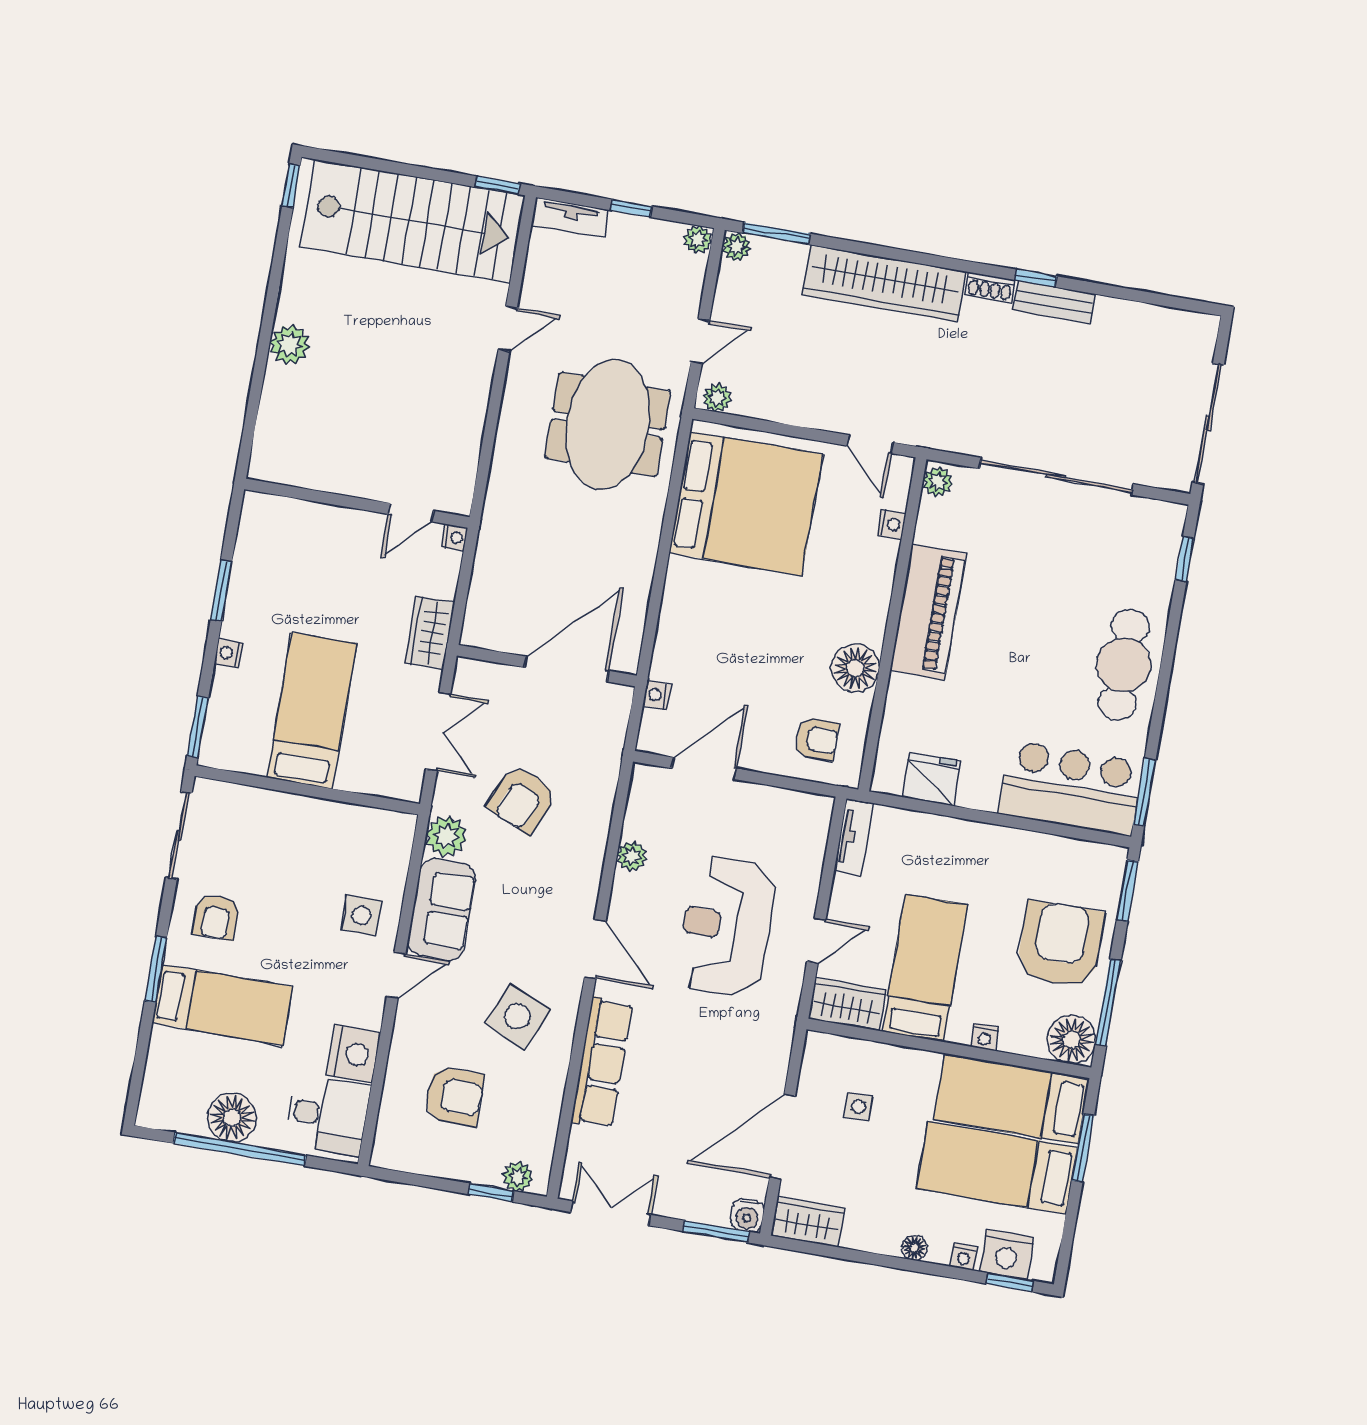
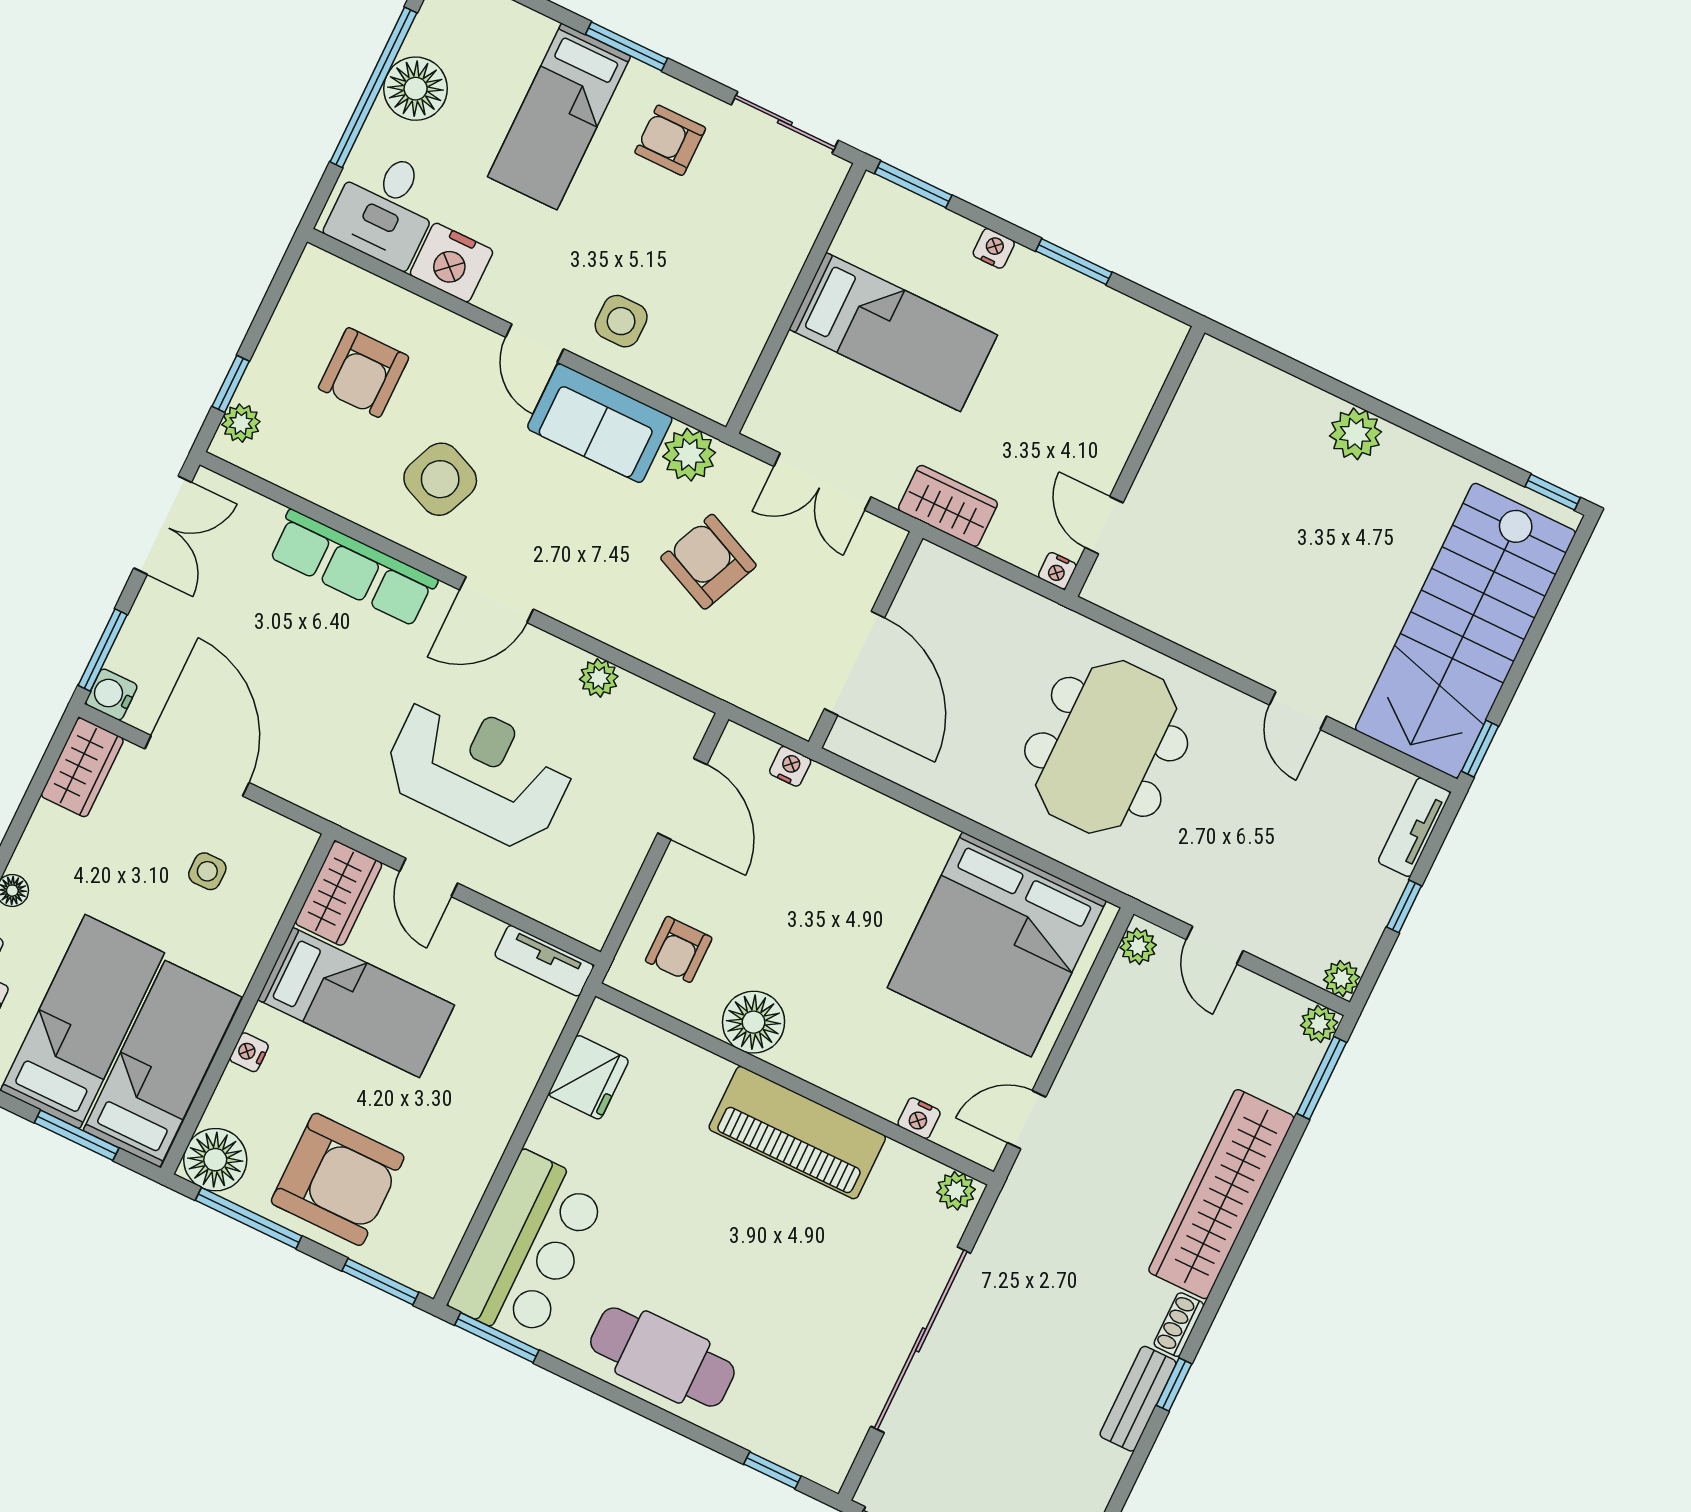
meeting table: (608, 424) -> (1106, 747), moved, turned 90

